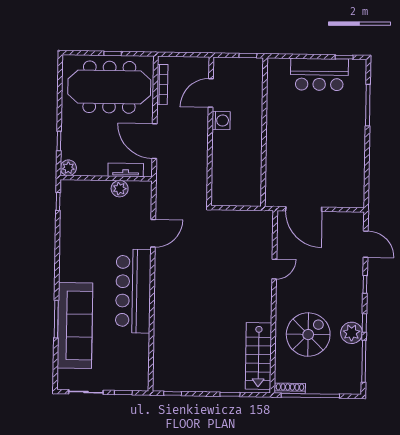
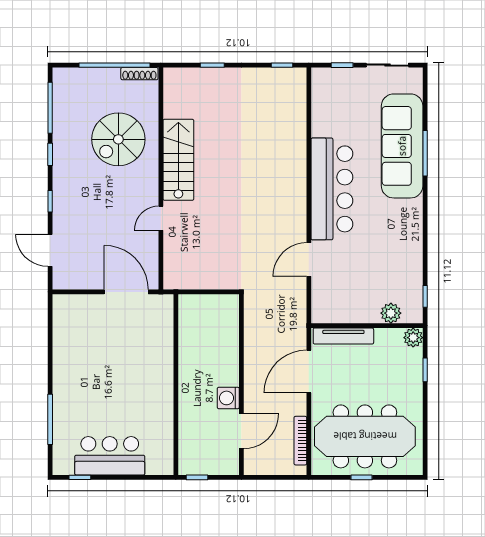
door: (155, 141) -> (309, 372), swing flipped
tv unit: (126, 170) -> (343, 336), width x1.41
plant: (120, 189) -> (391, 313), moved
plant: (352, 333) -> (66, 142), removed
stairs: (258, 356) -> (178, 160), moved

